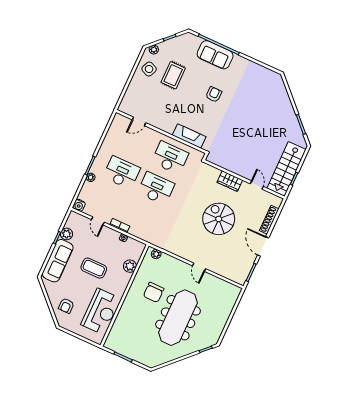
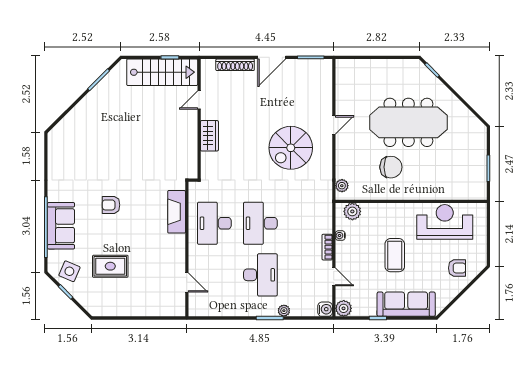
plant: (154, 50) -> (89, 305), removed
side table: (149, 69) -> (69, 271), moved
desk: (122, 173) -> (260, 275), turned 180
spiral stairs: (219, 219) -> (291, 148), moved
door: (98, 221) -> (334, 277), hinge flipped
plant: (67, 234) -> (344, 308), moved
plant: (130, 266) -> (352, 211), moved

